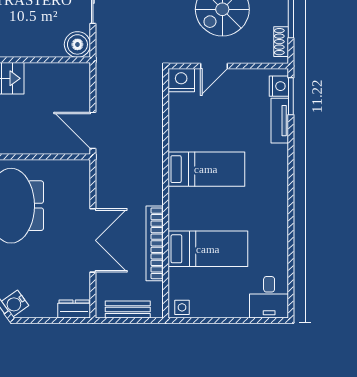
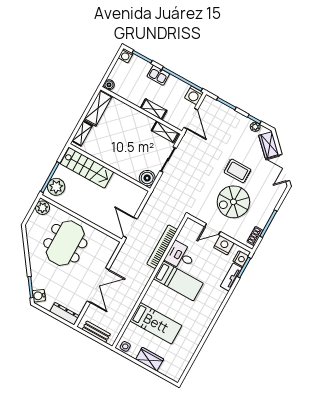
nightstand: (181, 80) -> (224, 245), moved
bookcase: (155, 243) -> (162, 247), moved
desk: (269, 297) -> (180, 256), moved, turned 90
wardrobe: (228, 306) -> (150, 359), added
dresser: (74, 309) -> (64, 314), width x1.44

